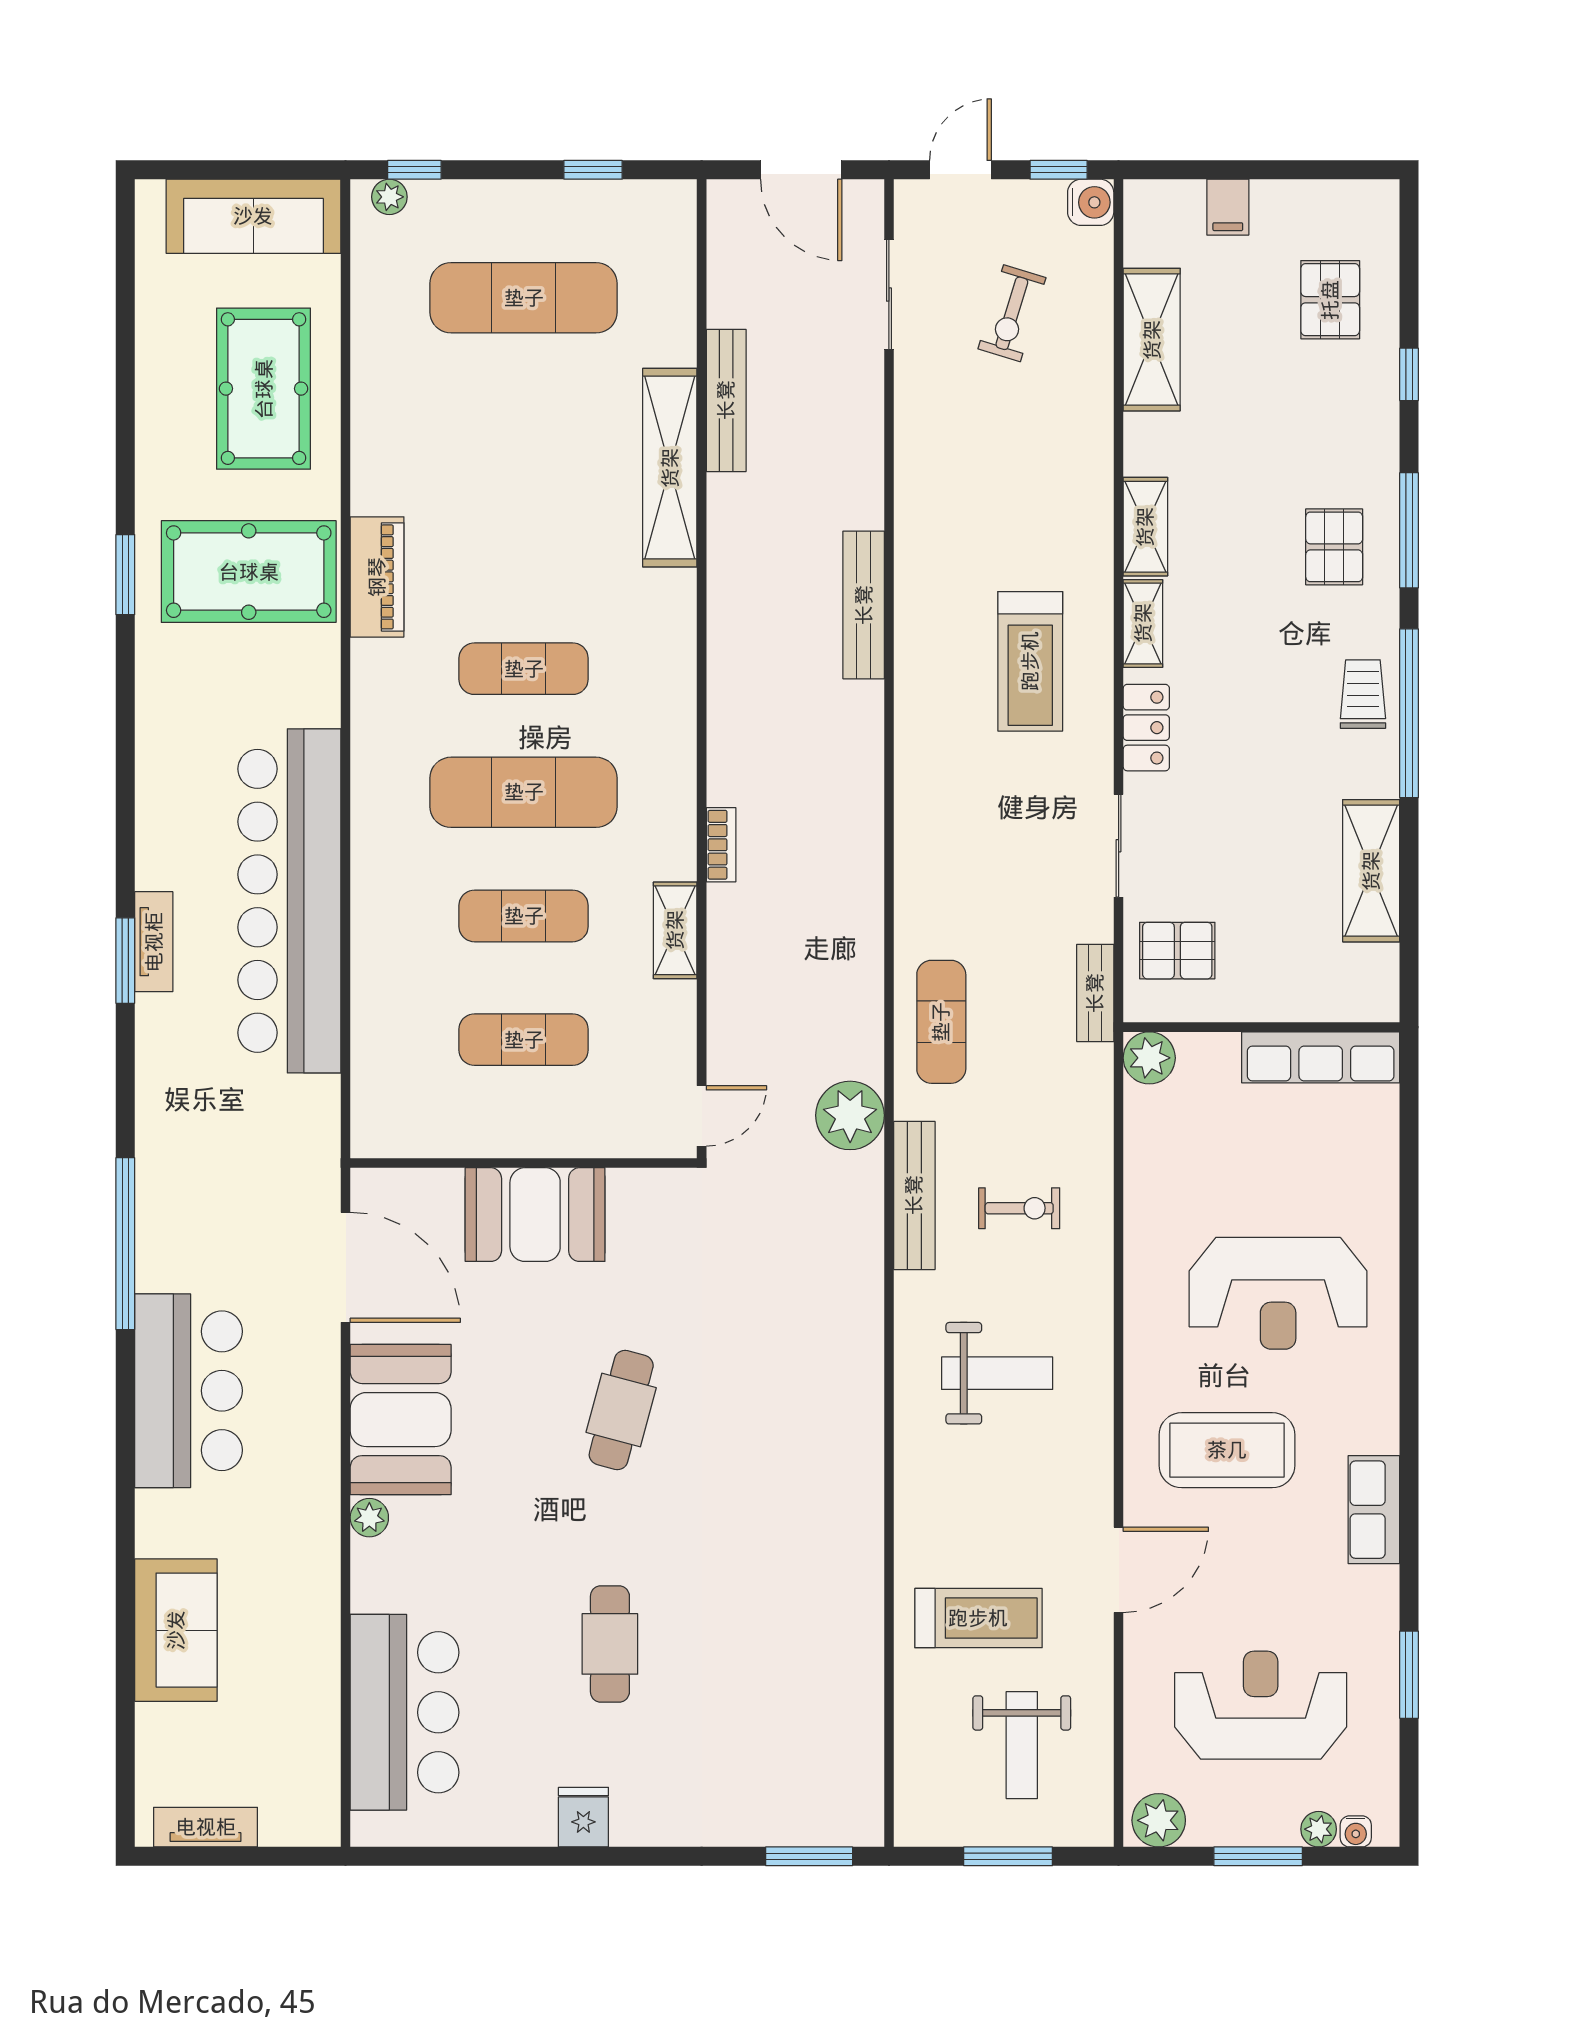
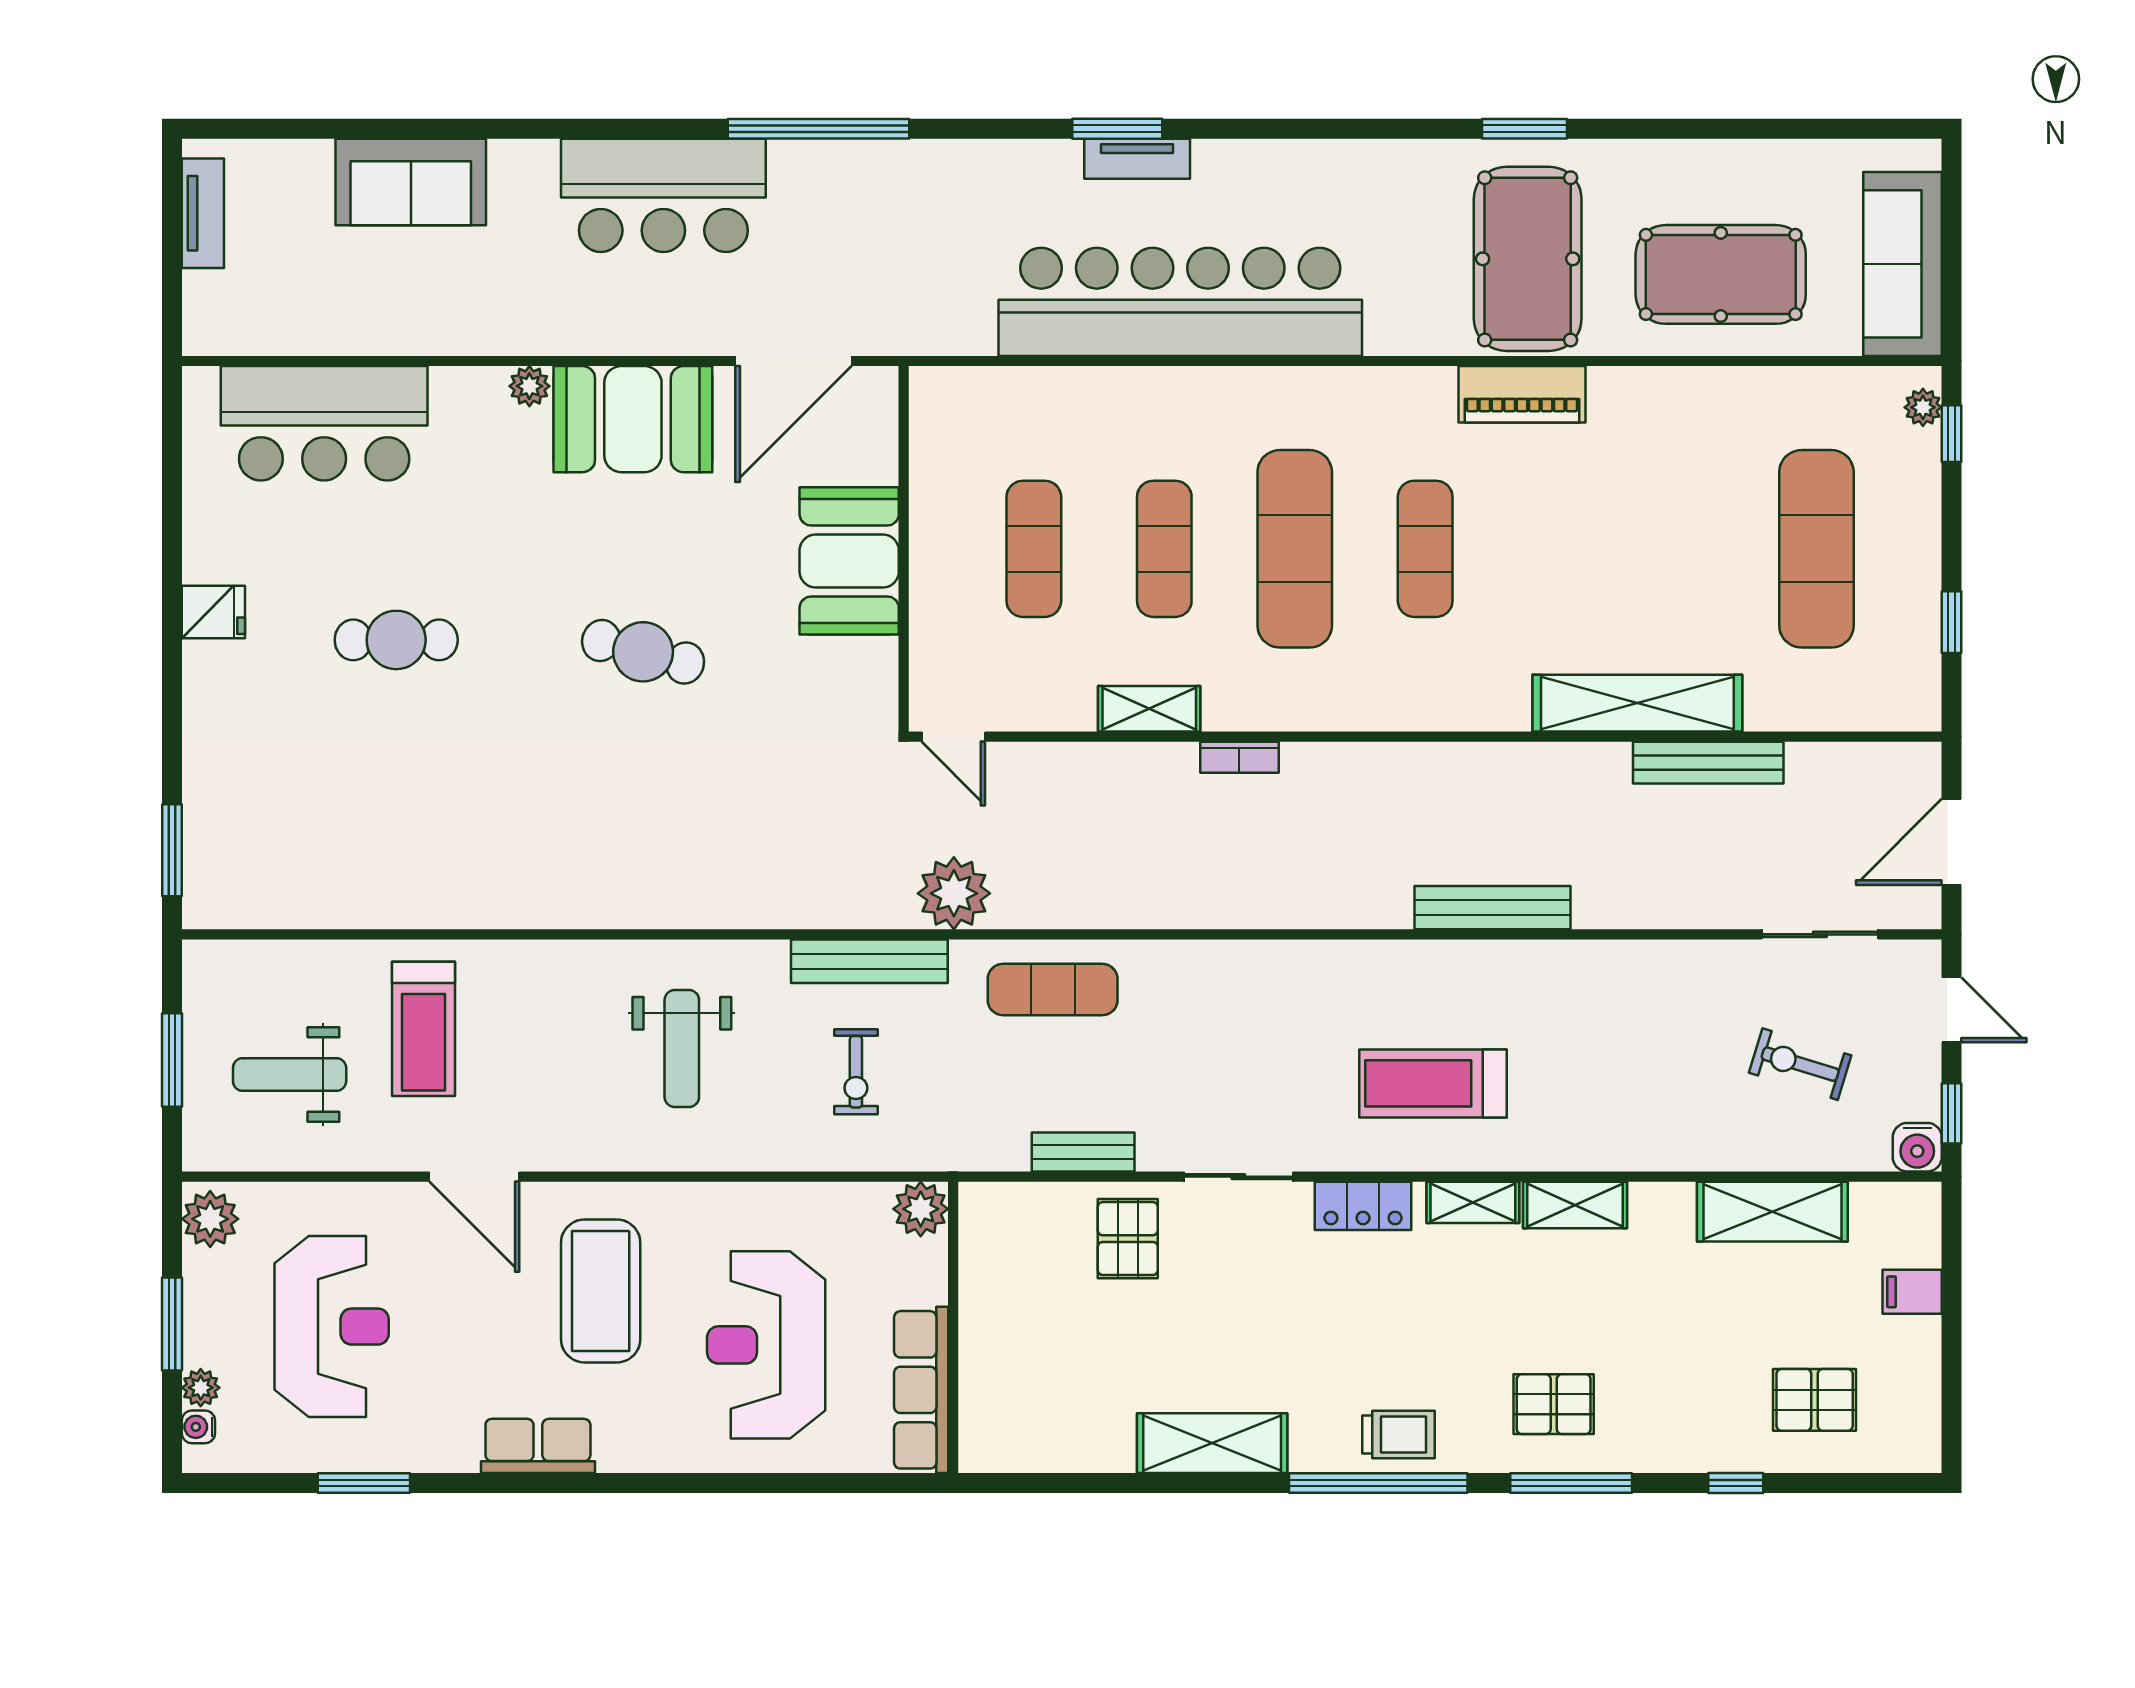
wall: (1261, 1027) -> (953, 1327), moved
row of seats: (1321, 1057) -> (921, 1390), moved
plant: (1149, 1058) -> (921, 1209), moved

